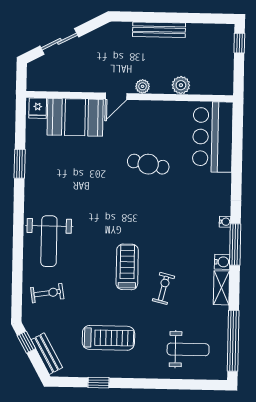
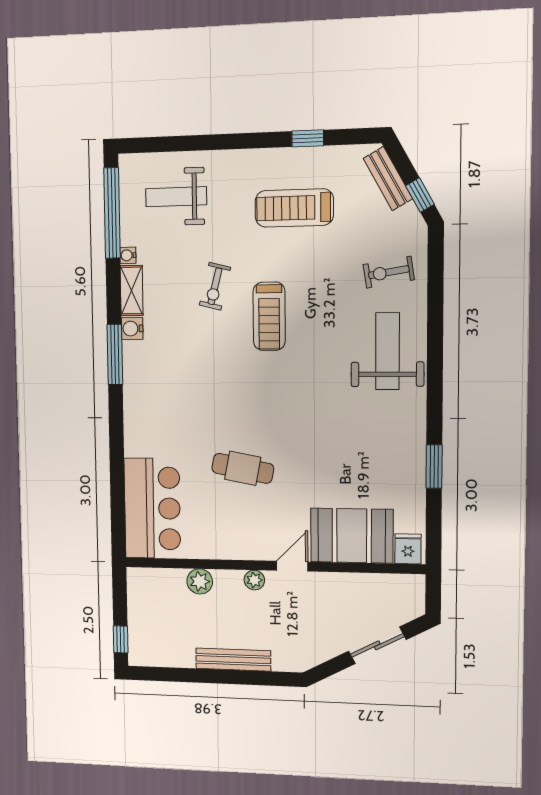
water cooler: (225, 222) -> (128, 255), moved

